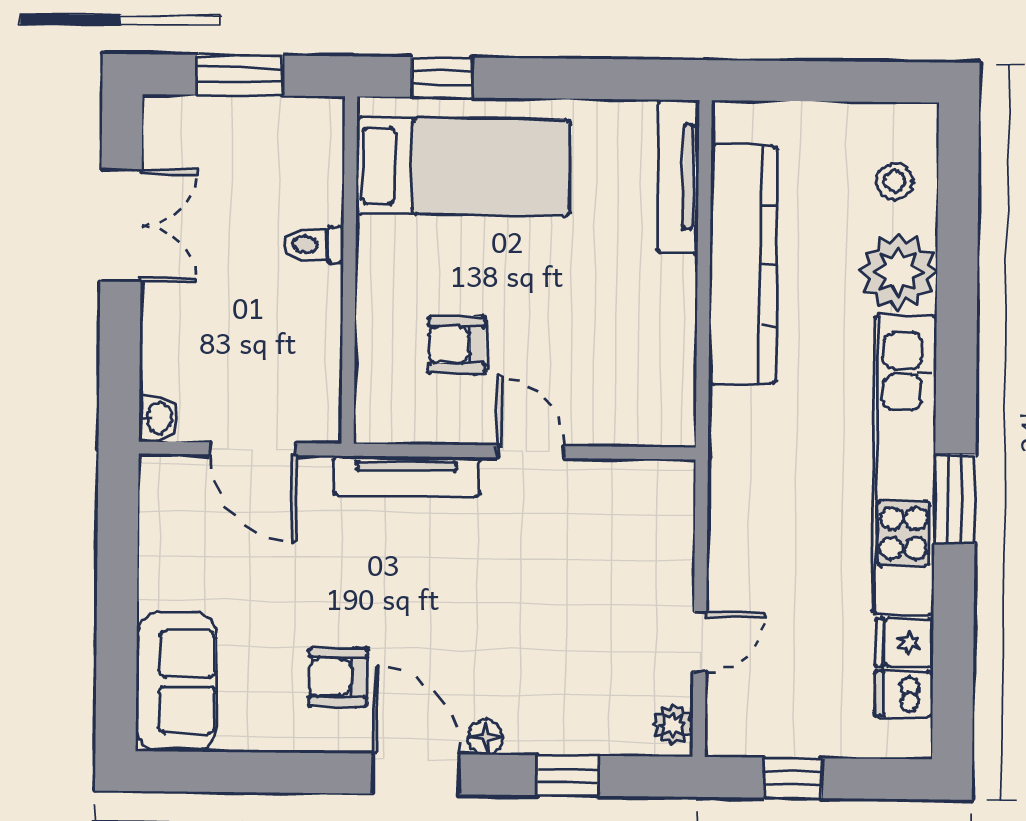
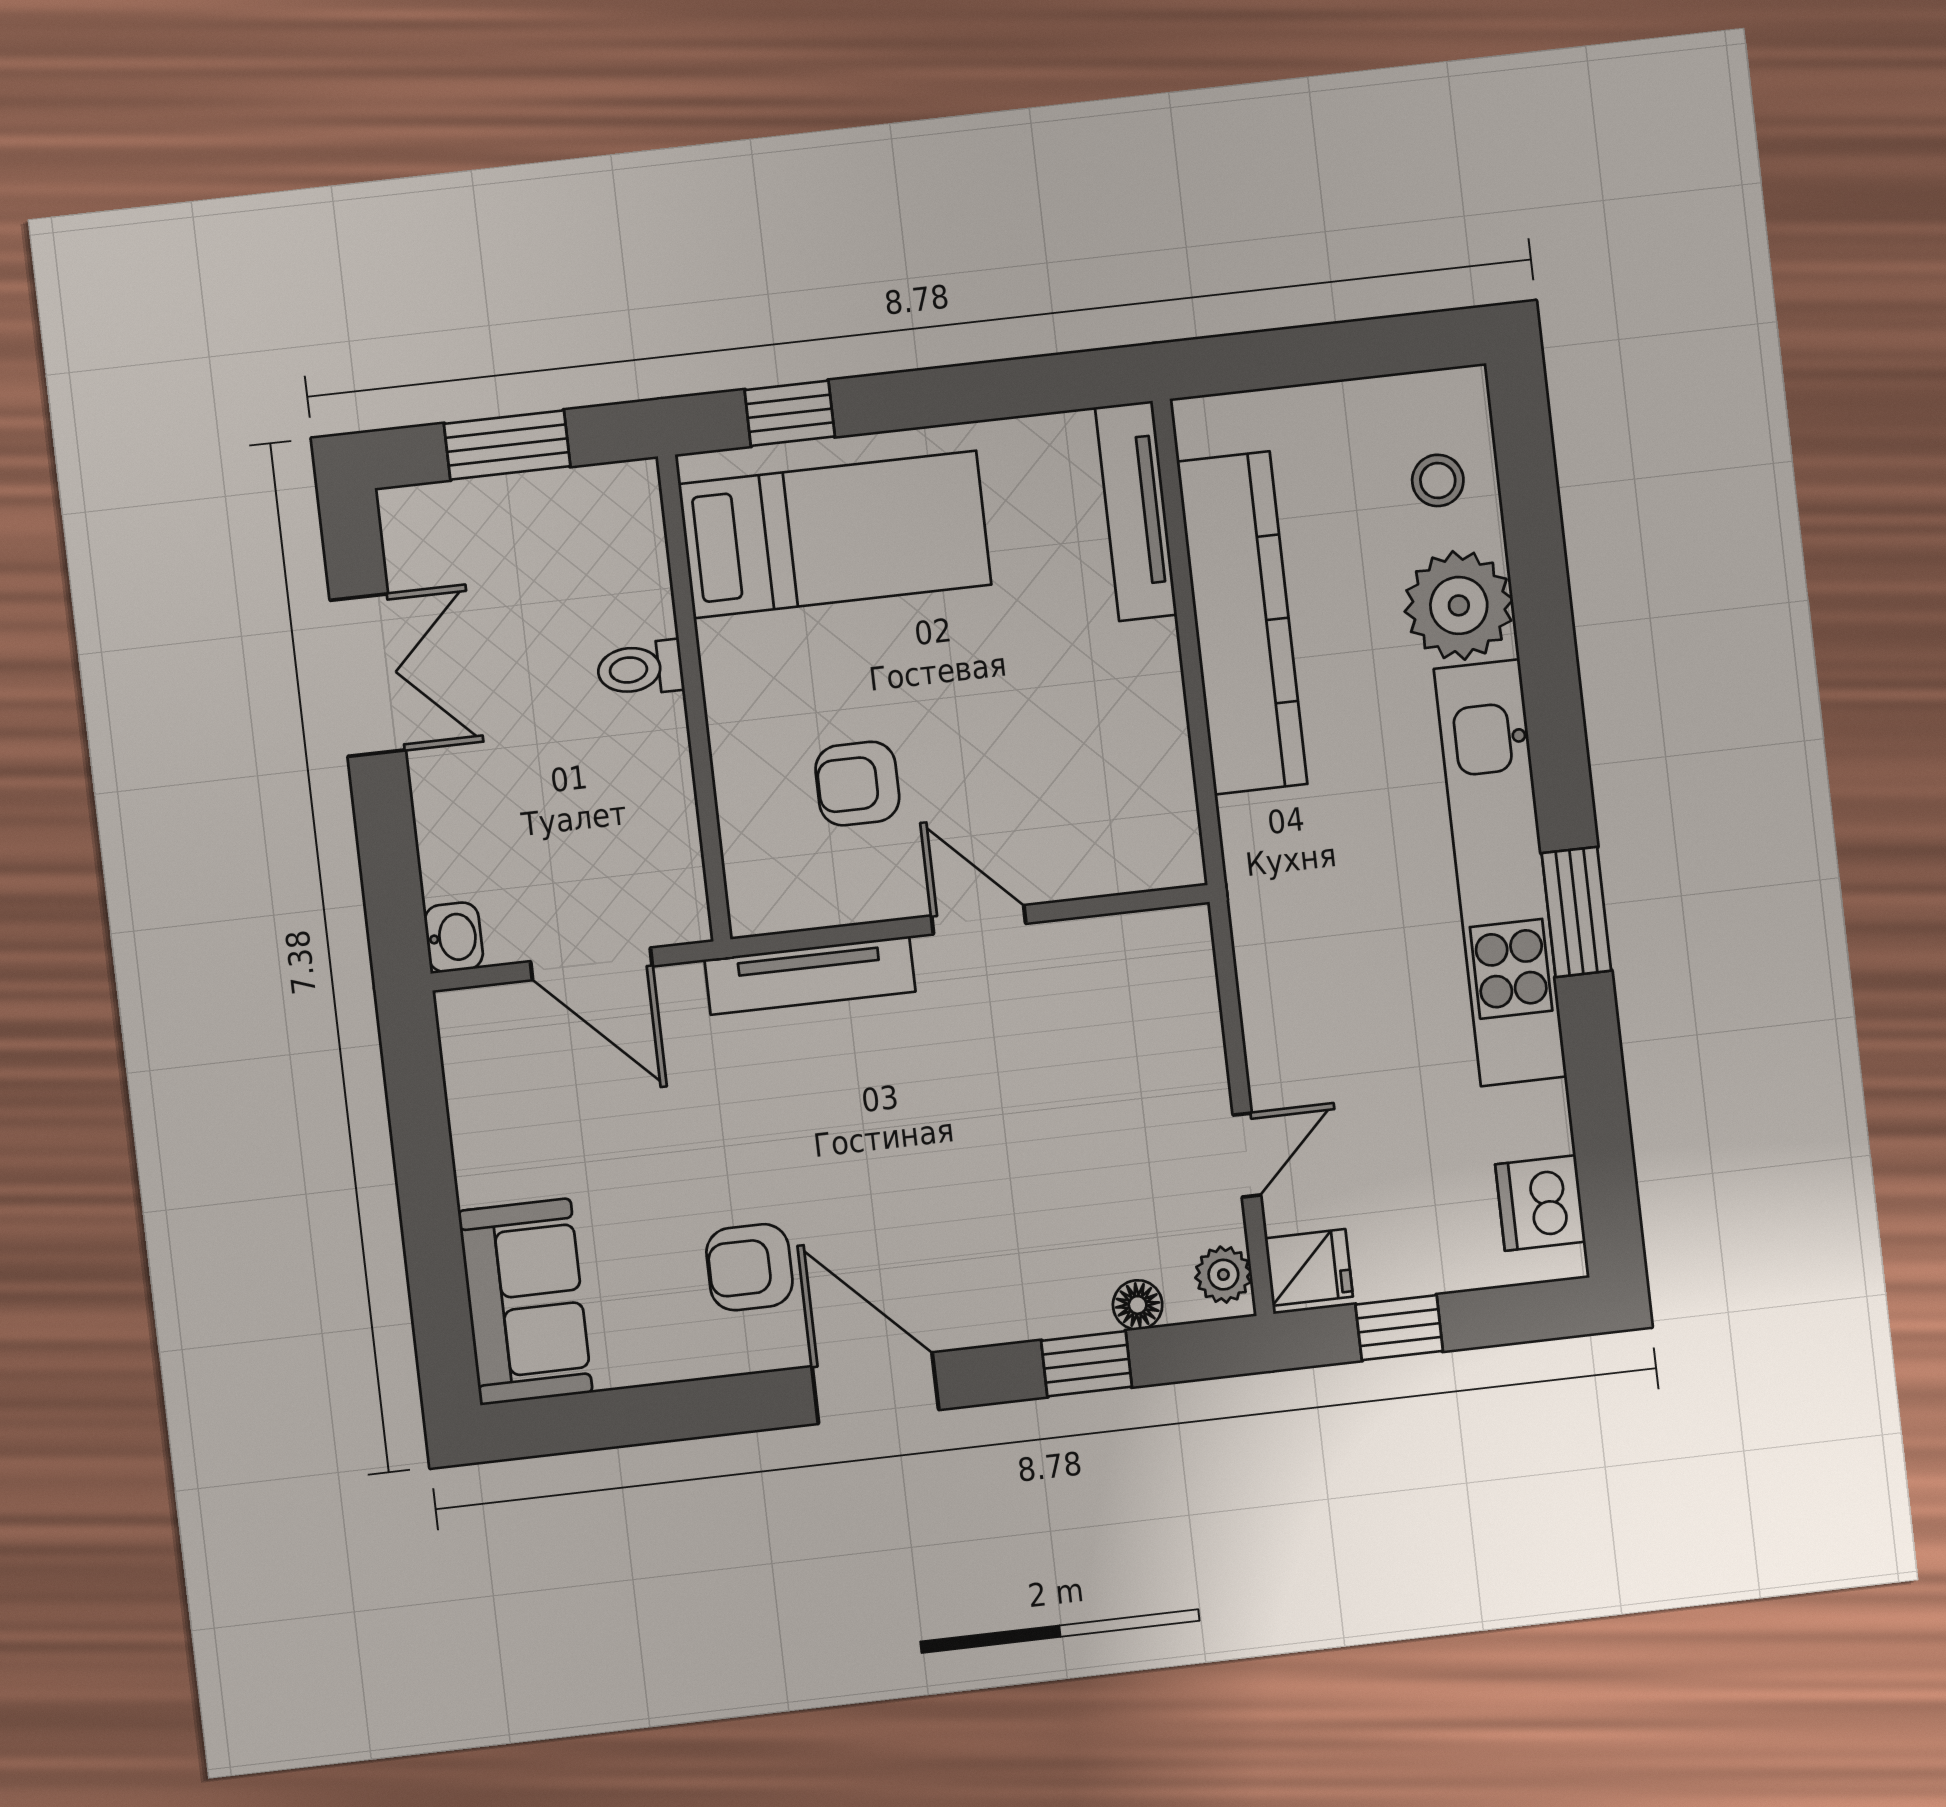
fridge: (904, 643) -> (1309, 1267), moved, turned 180
dishwasher: (904, 694) -> (1540, 1203), width x1.38
floor lamp: (485, 737) -> (1138, 1305), moved

